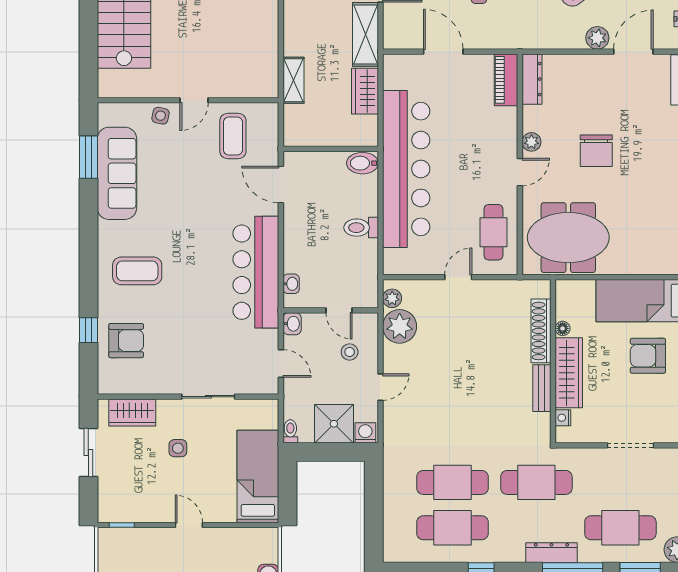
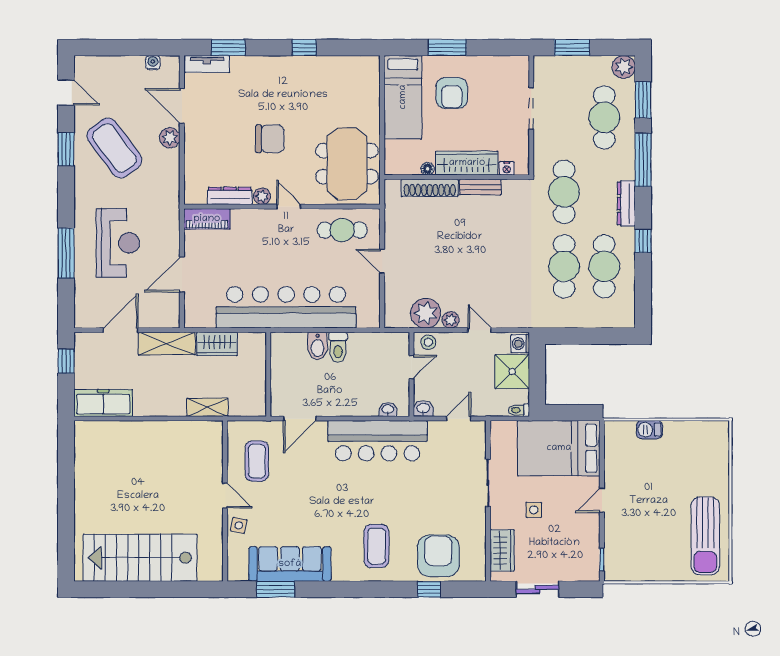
dresser: (532, 79) -> (230, 196), moved
coffee table: (233, 136) -> (257, 461), turned 90
bidet: (362, 163) -> (318, 346), moved
plant: (392, 298) -> (451, 320), moved
armchair: (126, 341) -> (438, 556), width x1.36, depth x1.36
stool: (350, 352) -> (428, 342), moved
bed: (258, 476) -> (559, 448), width x1.50
dresser: (551, 553) -> (626, 203), moved

